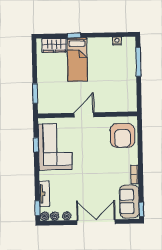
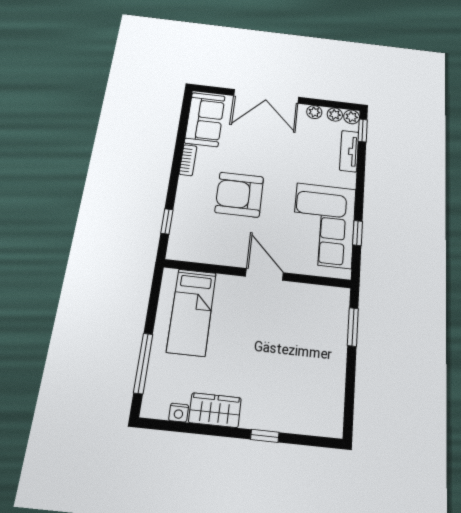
wardrobe: (54, 45) -> (215, 410), moved
bed: (77, 59) -> (192, 312), moved, turned 180
door: (84, 115) -> (264, 274), swing flipped
armchair: (122, 135) -> (239, 195), moved, turned -90
window: (141, 209) -> (167, 221), moved

